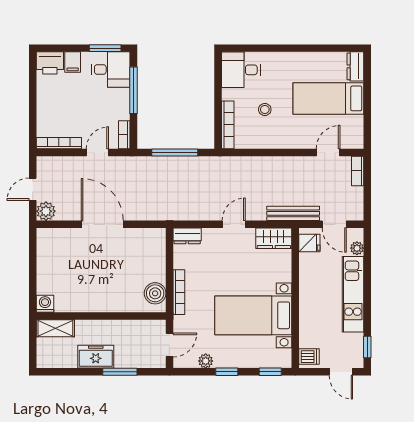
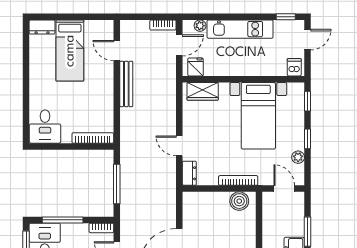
stool: (265, 109) -> (79, 106), removed
bookcase: (358, 171) -> (163, 25), moved
bench: (293, 213) -> (126, 84), moved
door: (234, 224) -> (179, 146), moved
wardrobe: (274, 238) -> (203, 91), moved, turned 90

